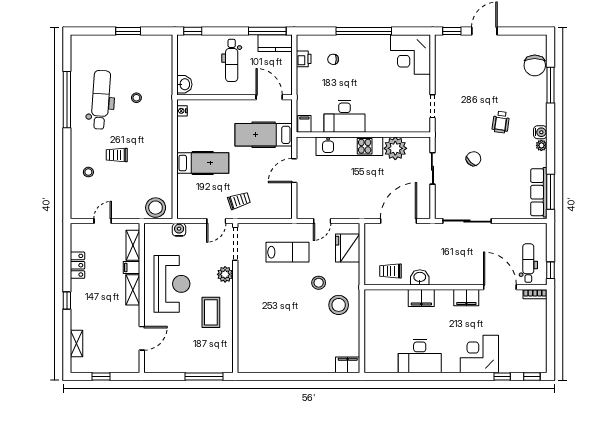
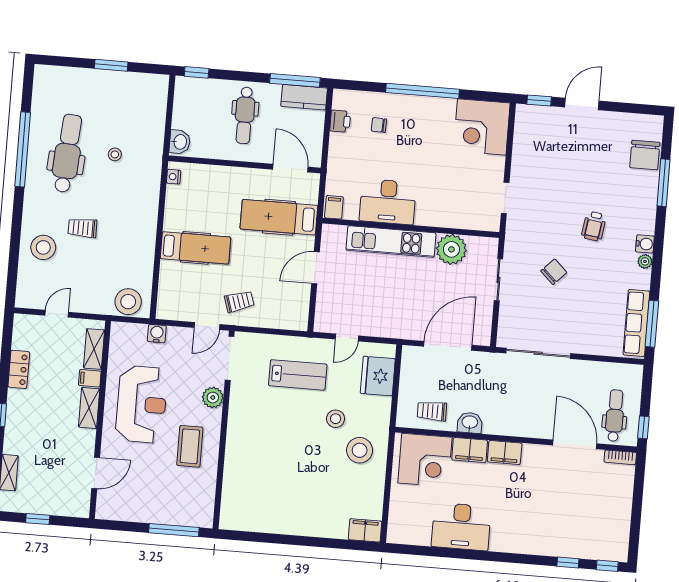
stool: (88, 172) -> (43, 247), width x1.89, depth x1.89
filing cabinet: (466, 298) -> (505, 452), moved
corner desk: (479, 354) -> (425, 460), moved, turned 180

